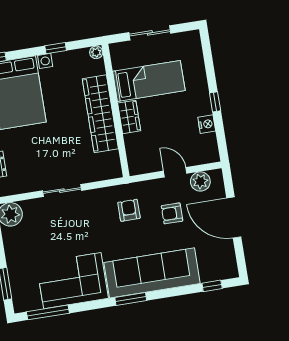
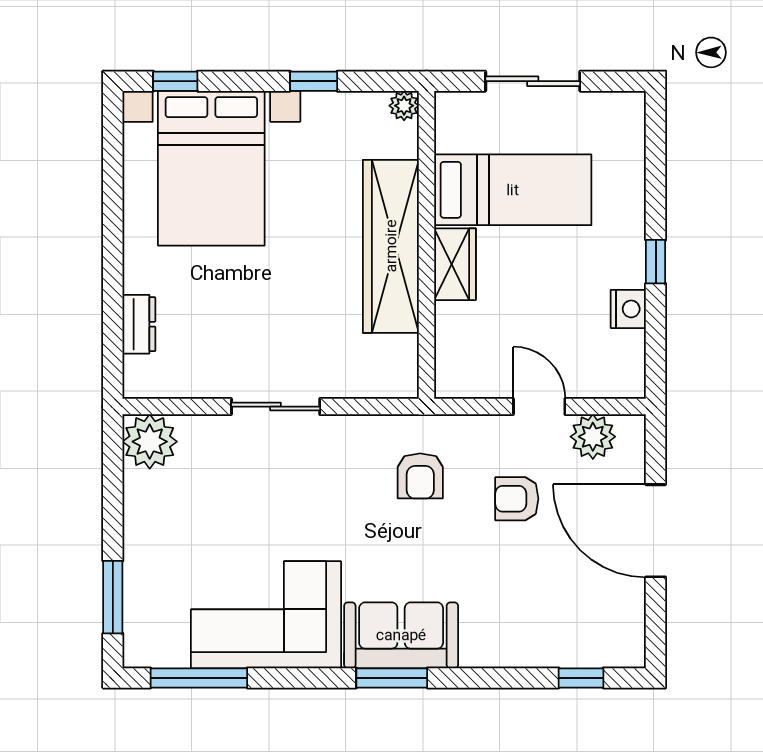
armchair: (129, 210) -> (420, 476), turned 180
sofa: (152, 273) -> (401, 635), width x0.54, depth x0.79

